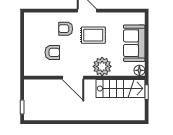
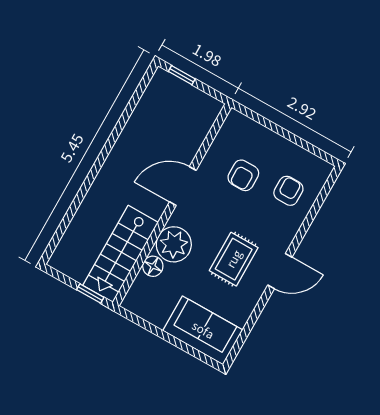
armchair: (66, 29) -> (288, 191), moved
sofa: (134, 43) -> (203, 330), moved
floor lamp: (139, 70) -> (153, 266), moved

